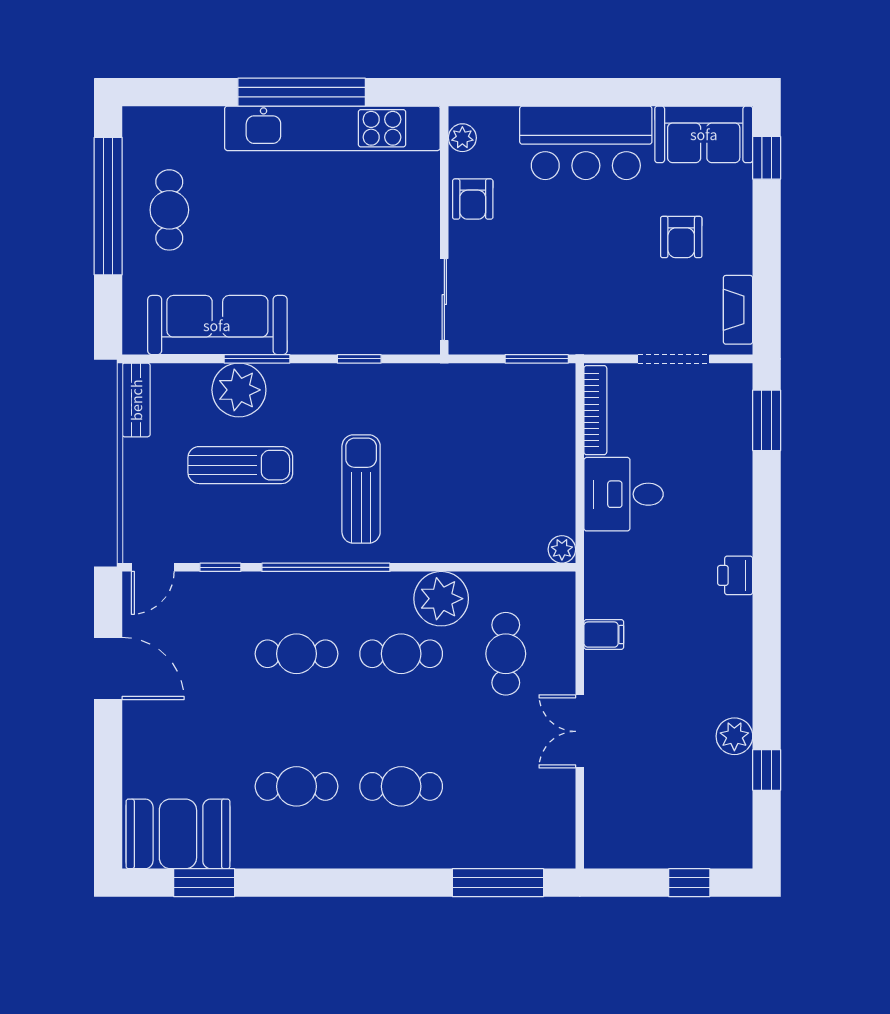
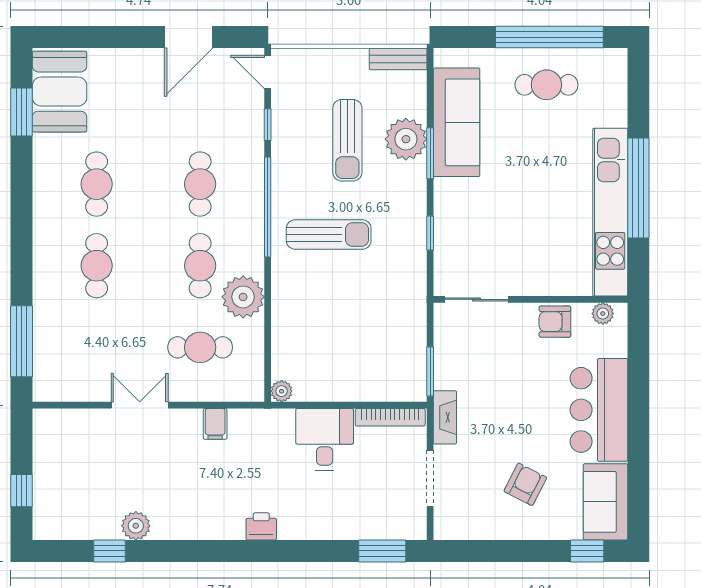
armchair: (681, 237) -> (525, 484), turned 117
fireplace: (738, 310) -> (445, 417), moved, turned 90

